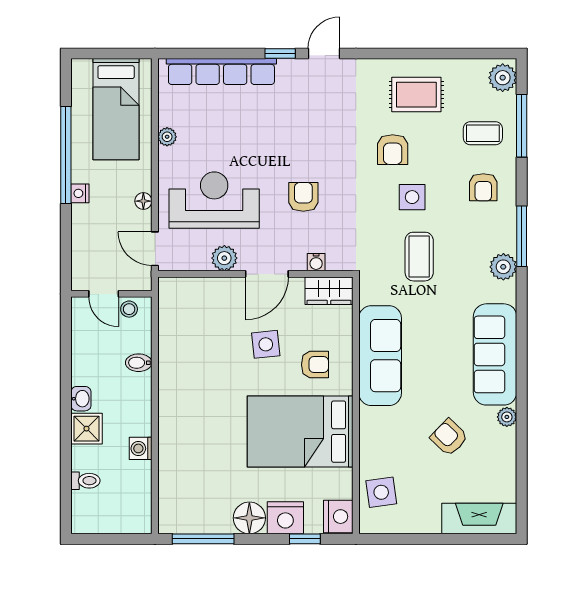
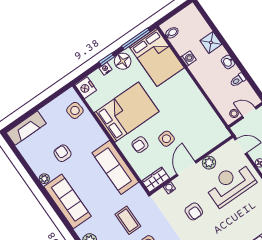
reception desk: (214, 200) -> (230, 184), turned 180
bidet: (139, 363) -> (172, 33), moved
shower: (86, 429) -> (211, 42), moved
armchair: (449, 437) -> (63, 153), turned -134
toilet: (85, 481) -> (238, 80), moved
bed: (190, 486) -> (157, 57), added
nightstand: (285, 518) -> (105, 69), width x0.53, depth x0.56
window: (305, 539) -> (107, 59), moved

